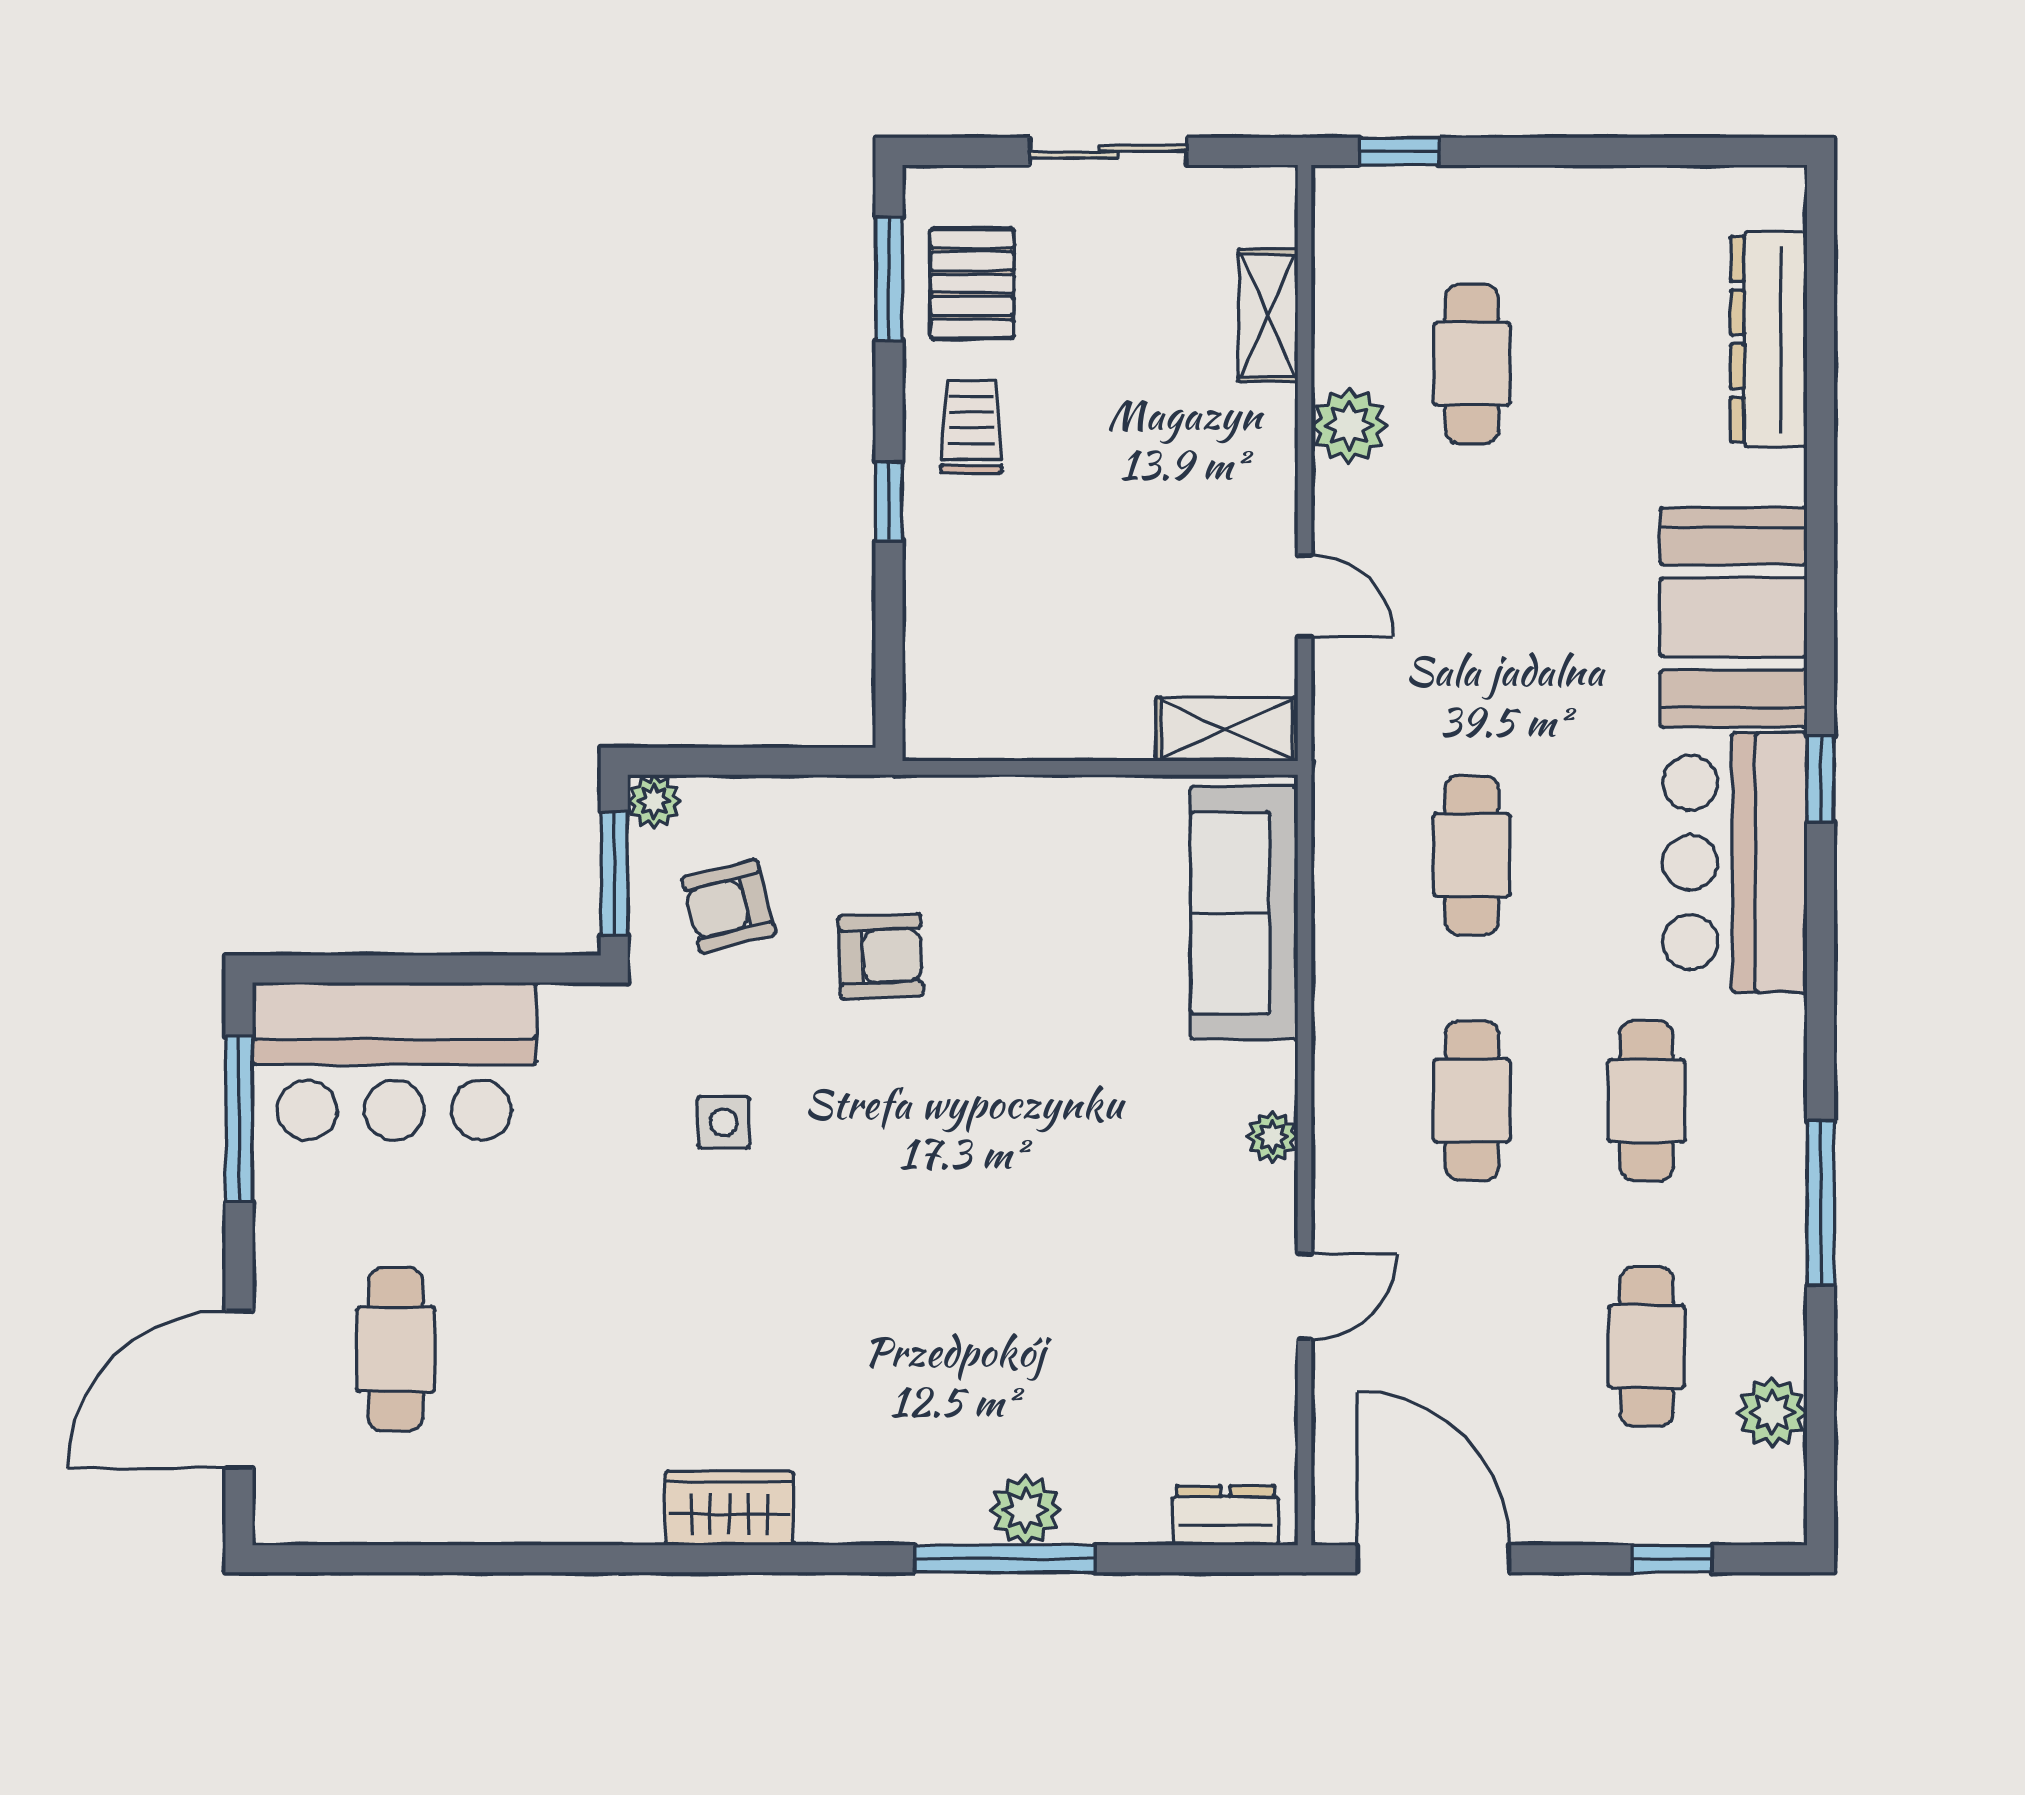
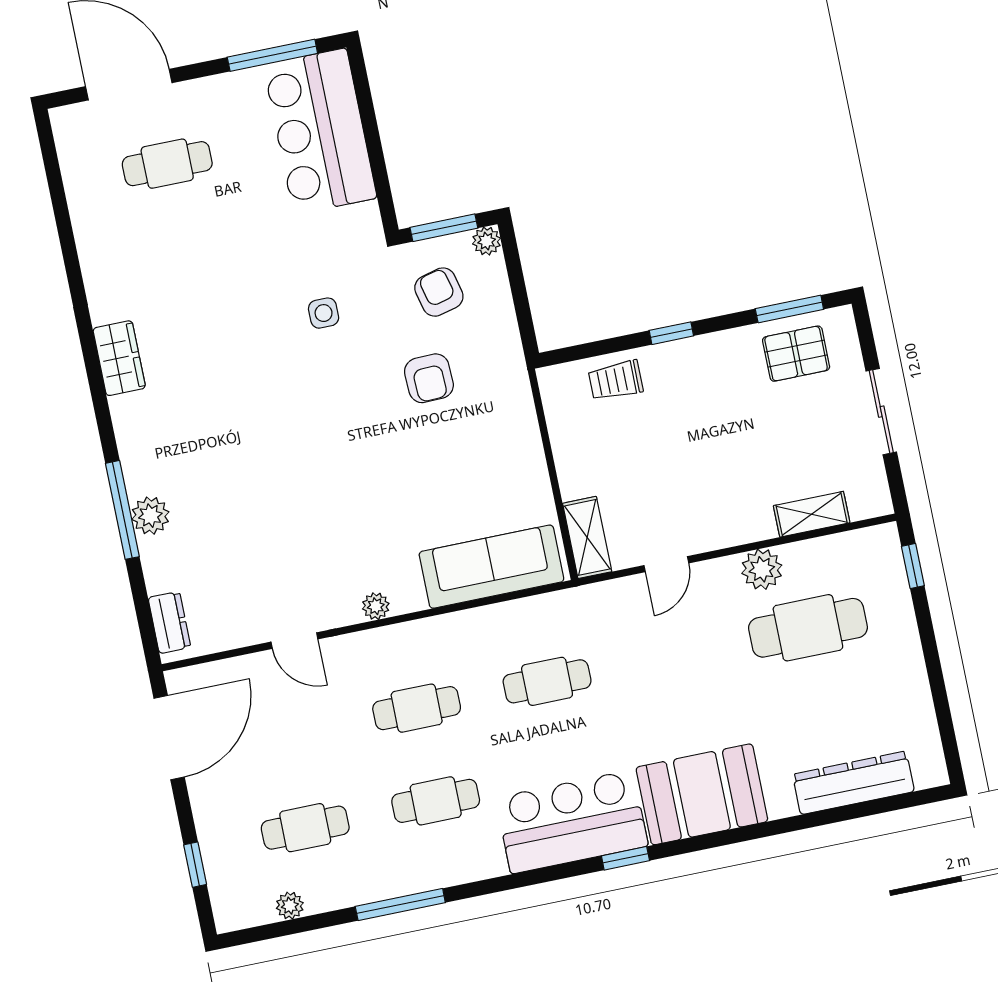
cafe table: (1472, 364) -> (808, 628), width x1.37, depth x1.35
trolley: (971, 426) -> (616, 380), moved, turned 180
plant: (1772, 1412) -> (290, 906), width x0.73, depth x0.73

